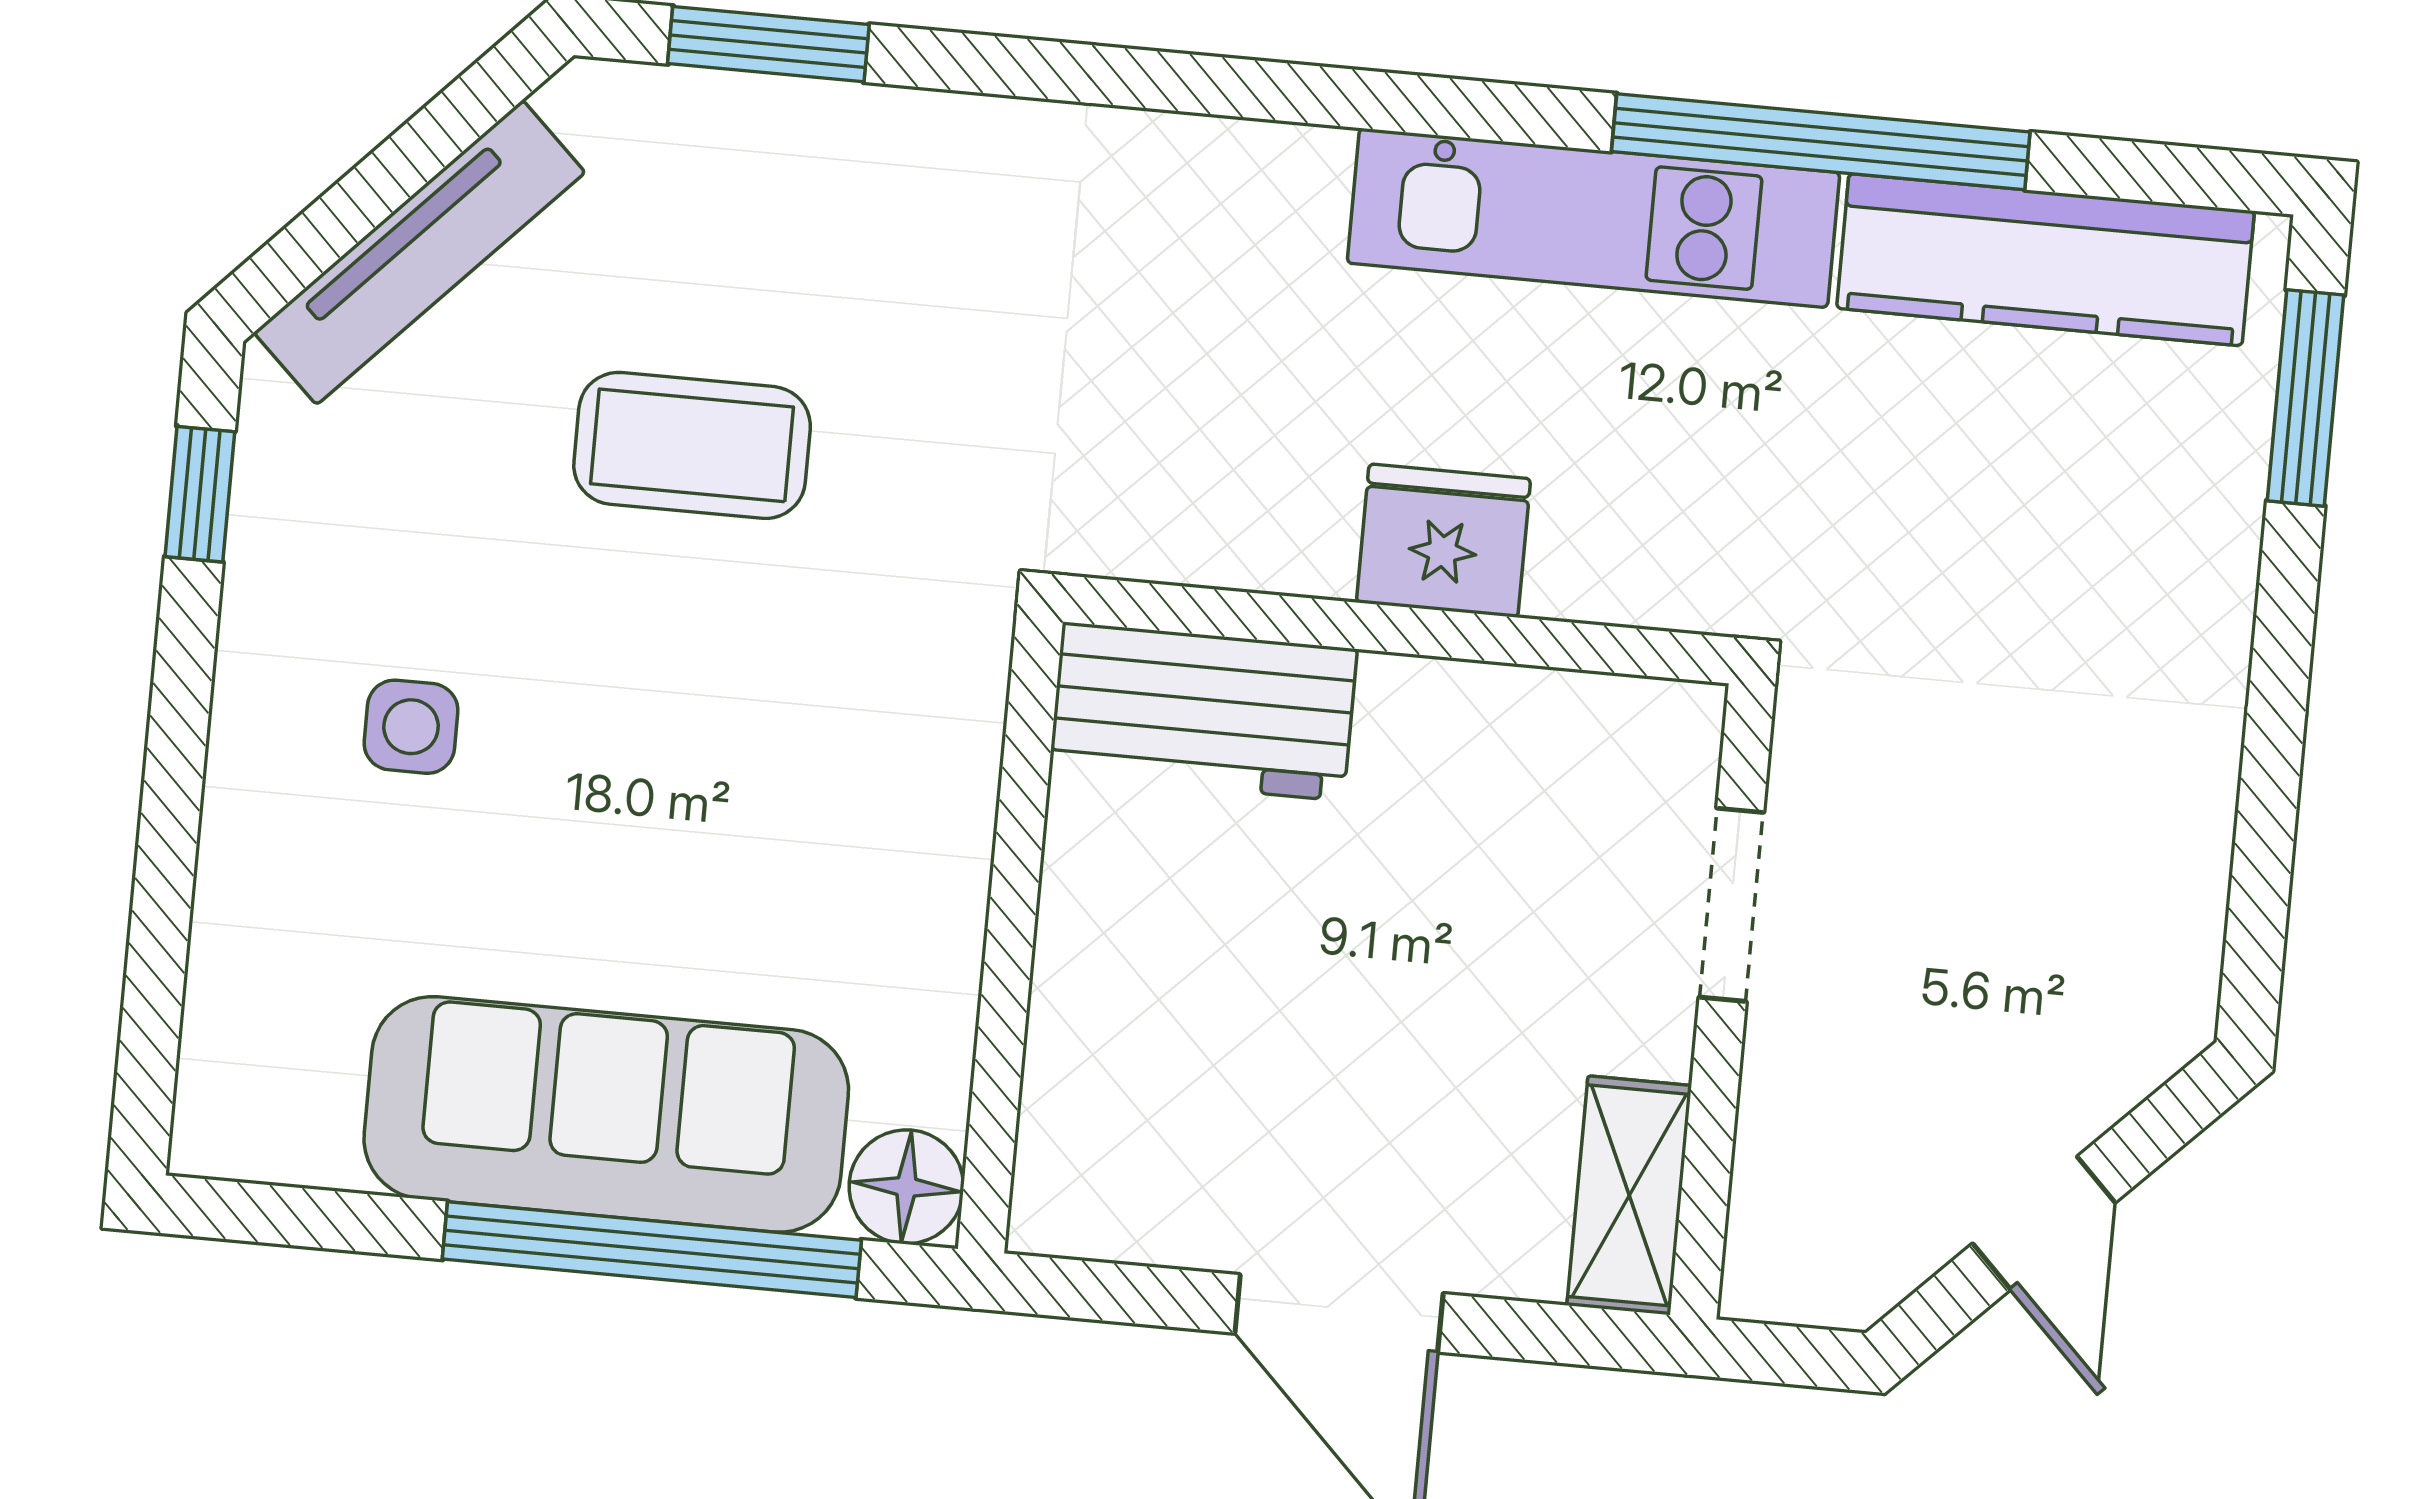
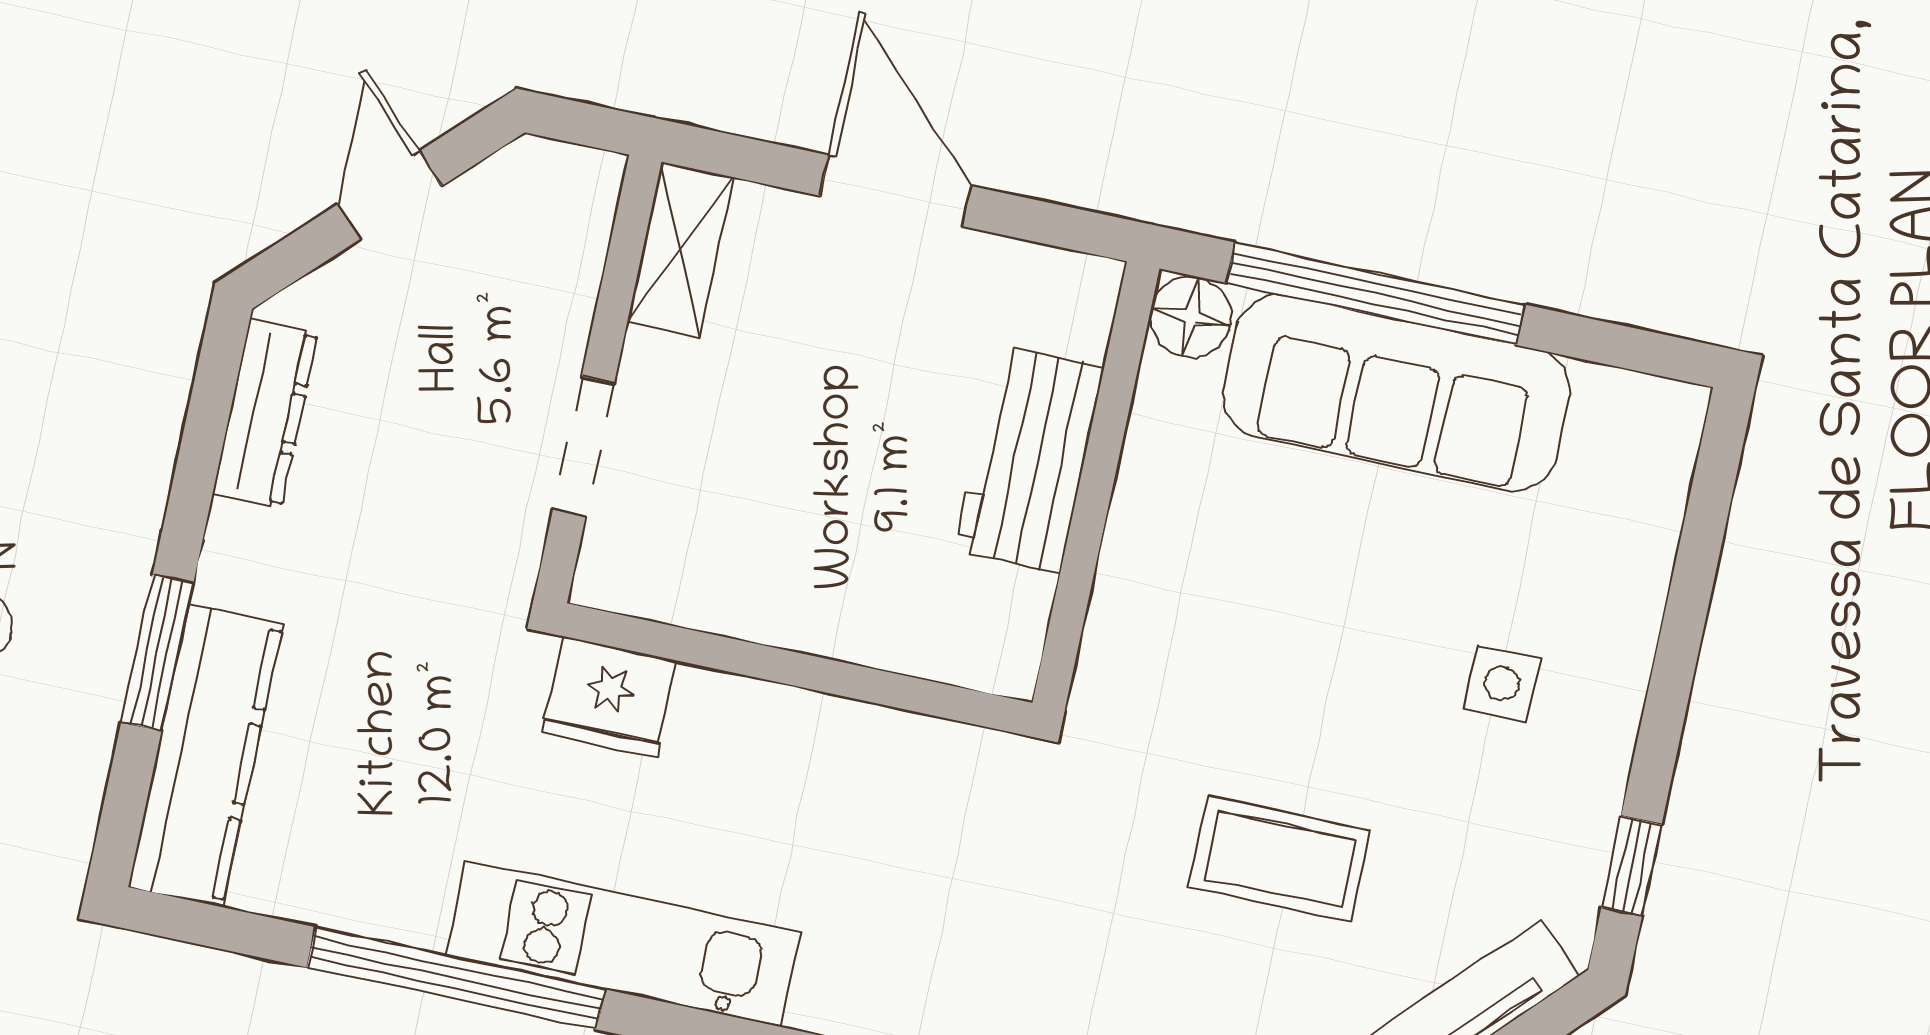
kitchen counter: (2045, 260) -> (206, 755), moved, turned 90
window: (2306, 398) -> (157, 653), moved
fridge: (1443, 541) -> (609, 697), moved
workbench: (1203, 711) -> (1029, 459), moved, turned -90
dresser: (2181, 898) -> (265, 413), added

